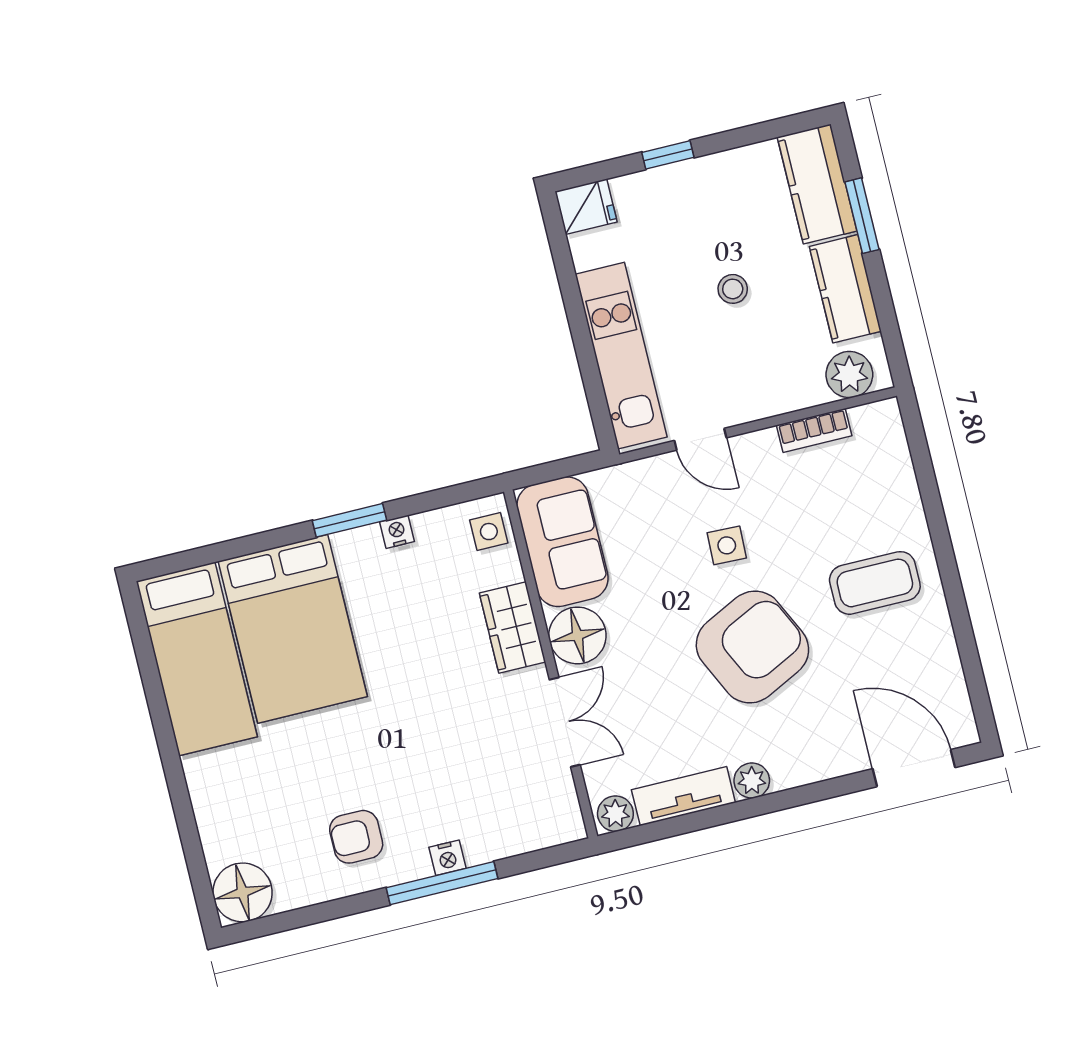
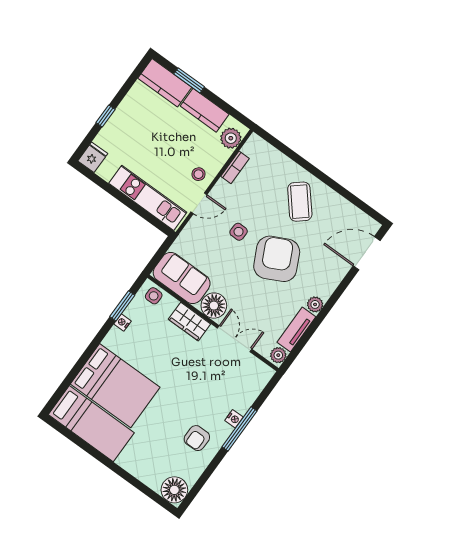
stool: (733, 289) -> (198, 174), moved
window: (349, 520) -> (122, 306), moved
coffee table: (875, 583) -> (300, 202), turned -40

